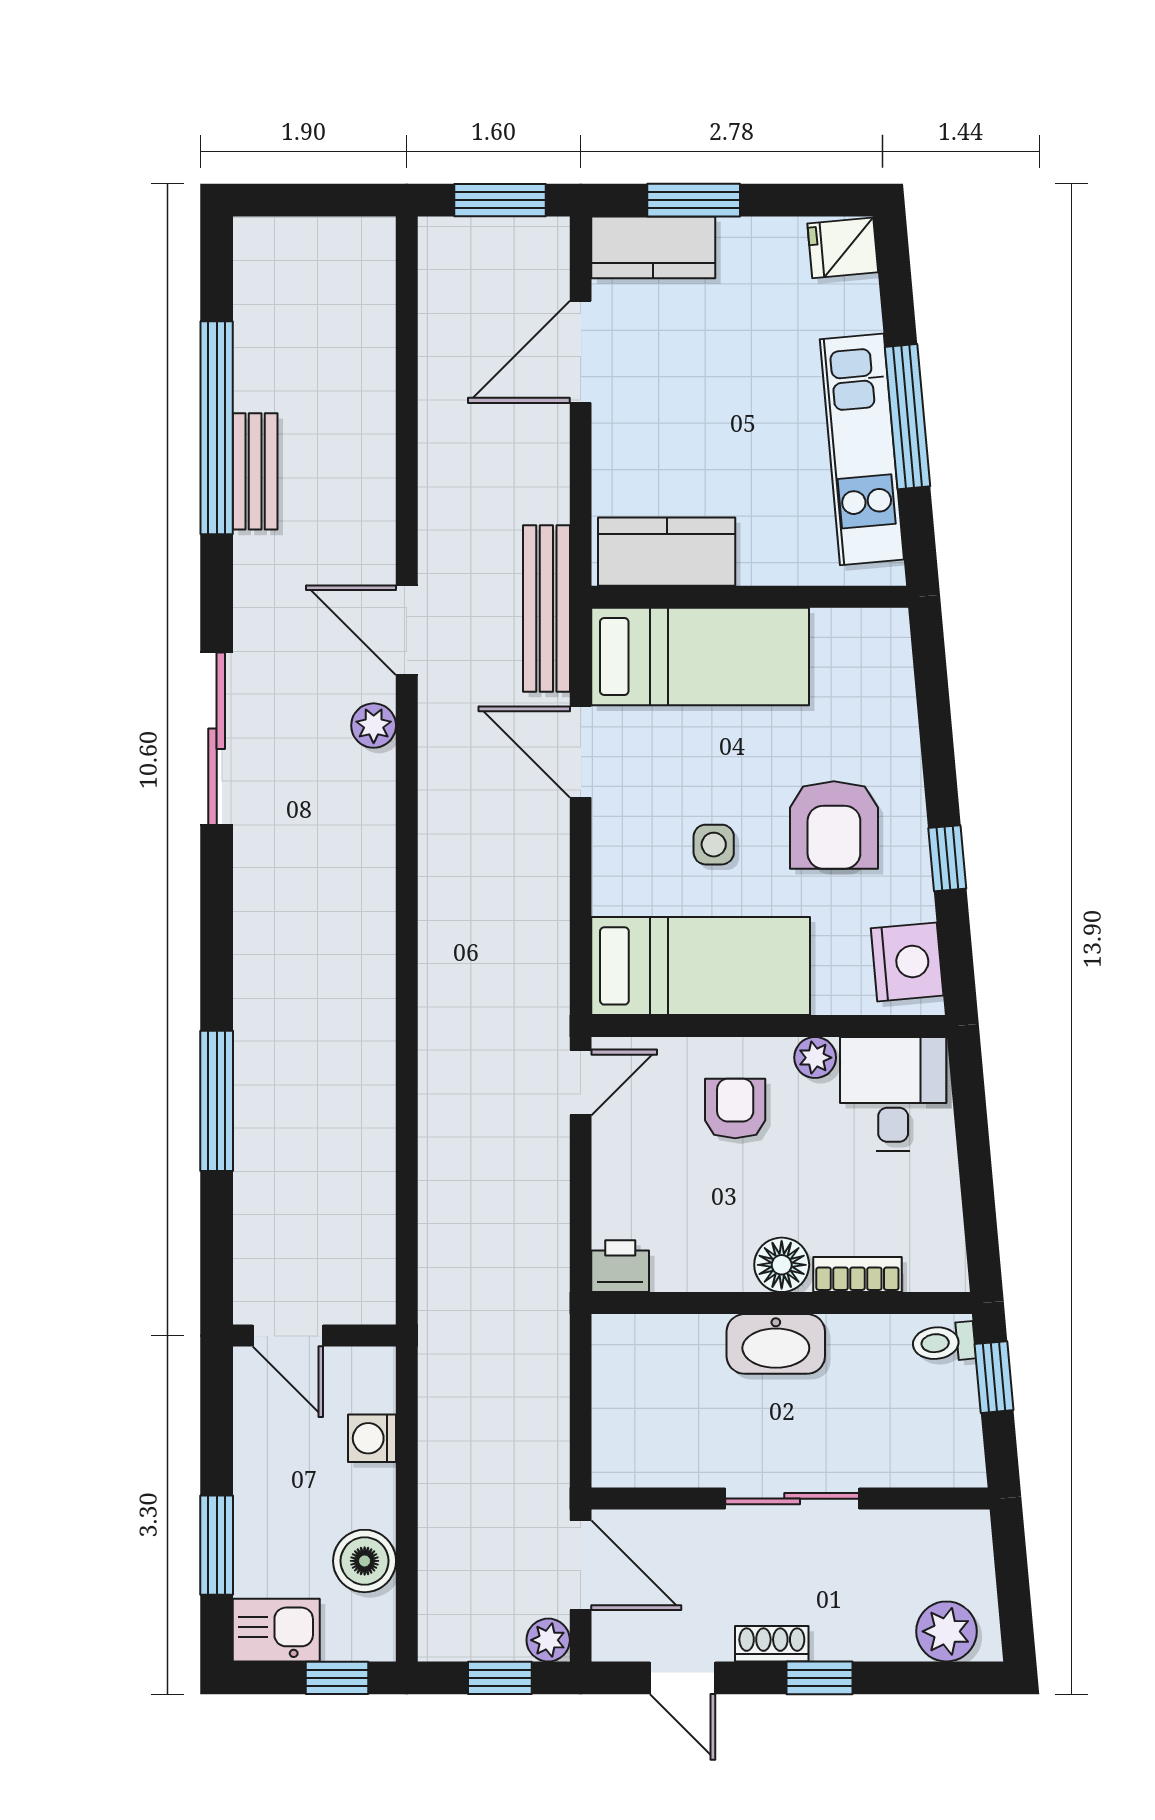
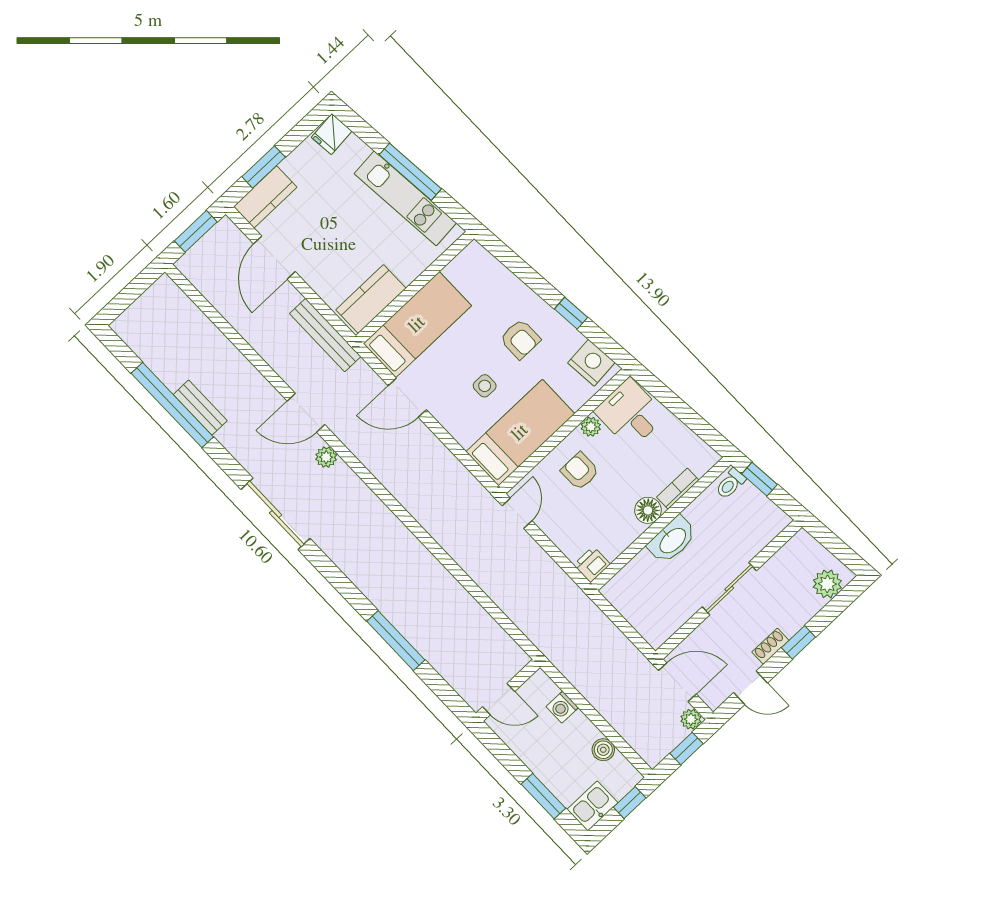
bench: (546, 609) -> (325, 335), moved
armchair: (834, 825) -> (520, 339), width x0.72, depth x0.72
boiler: (365, 1561) -> (603, 750), width x0.73, depth x0.73

